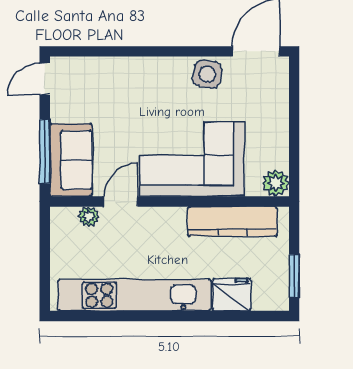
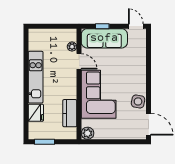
window: (45, 151) -> (102, 26), width x0.46
sofa: (71, 160) -> (104, 38), width x1.36
kitchen counter: (232, 221) -> (70, 113), width x0.67
kitchen unit: (134, 295) -> (36, 77), width x0.73

